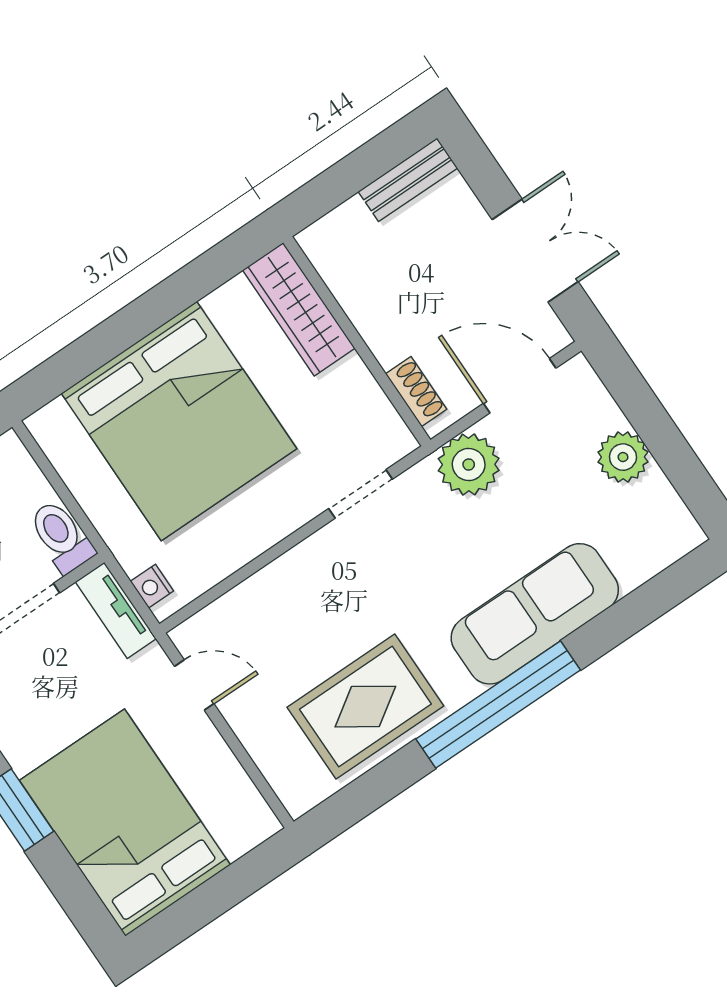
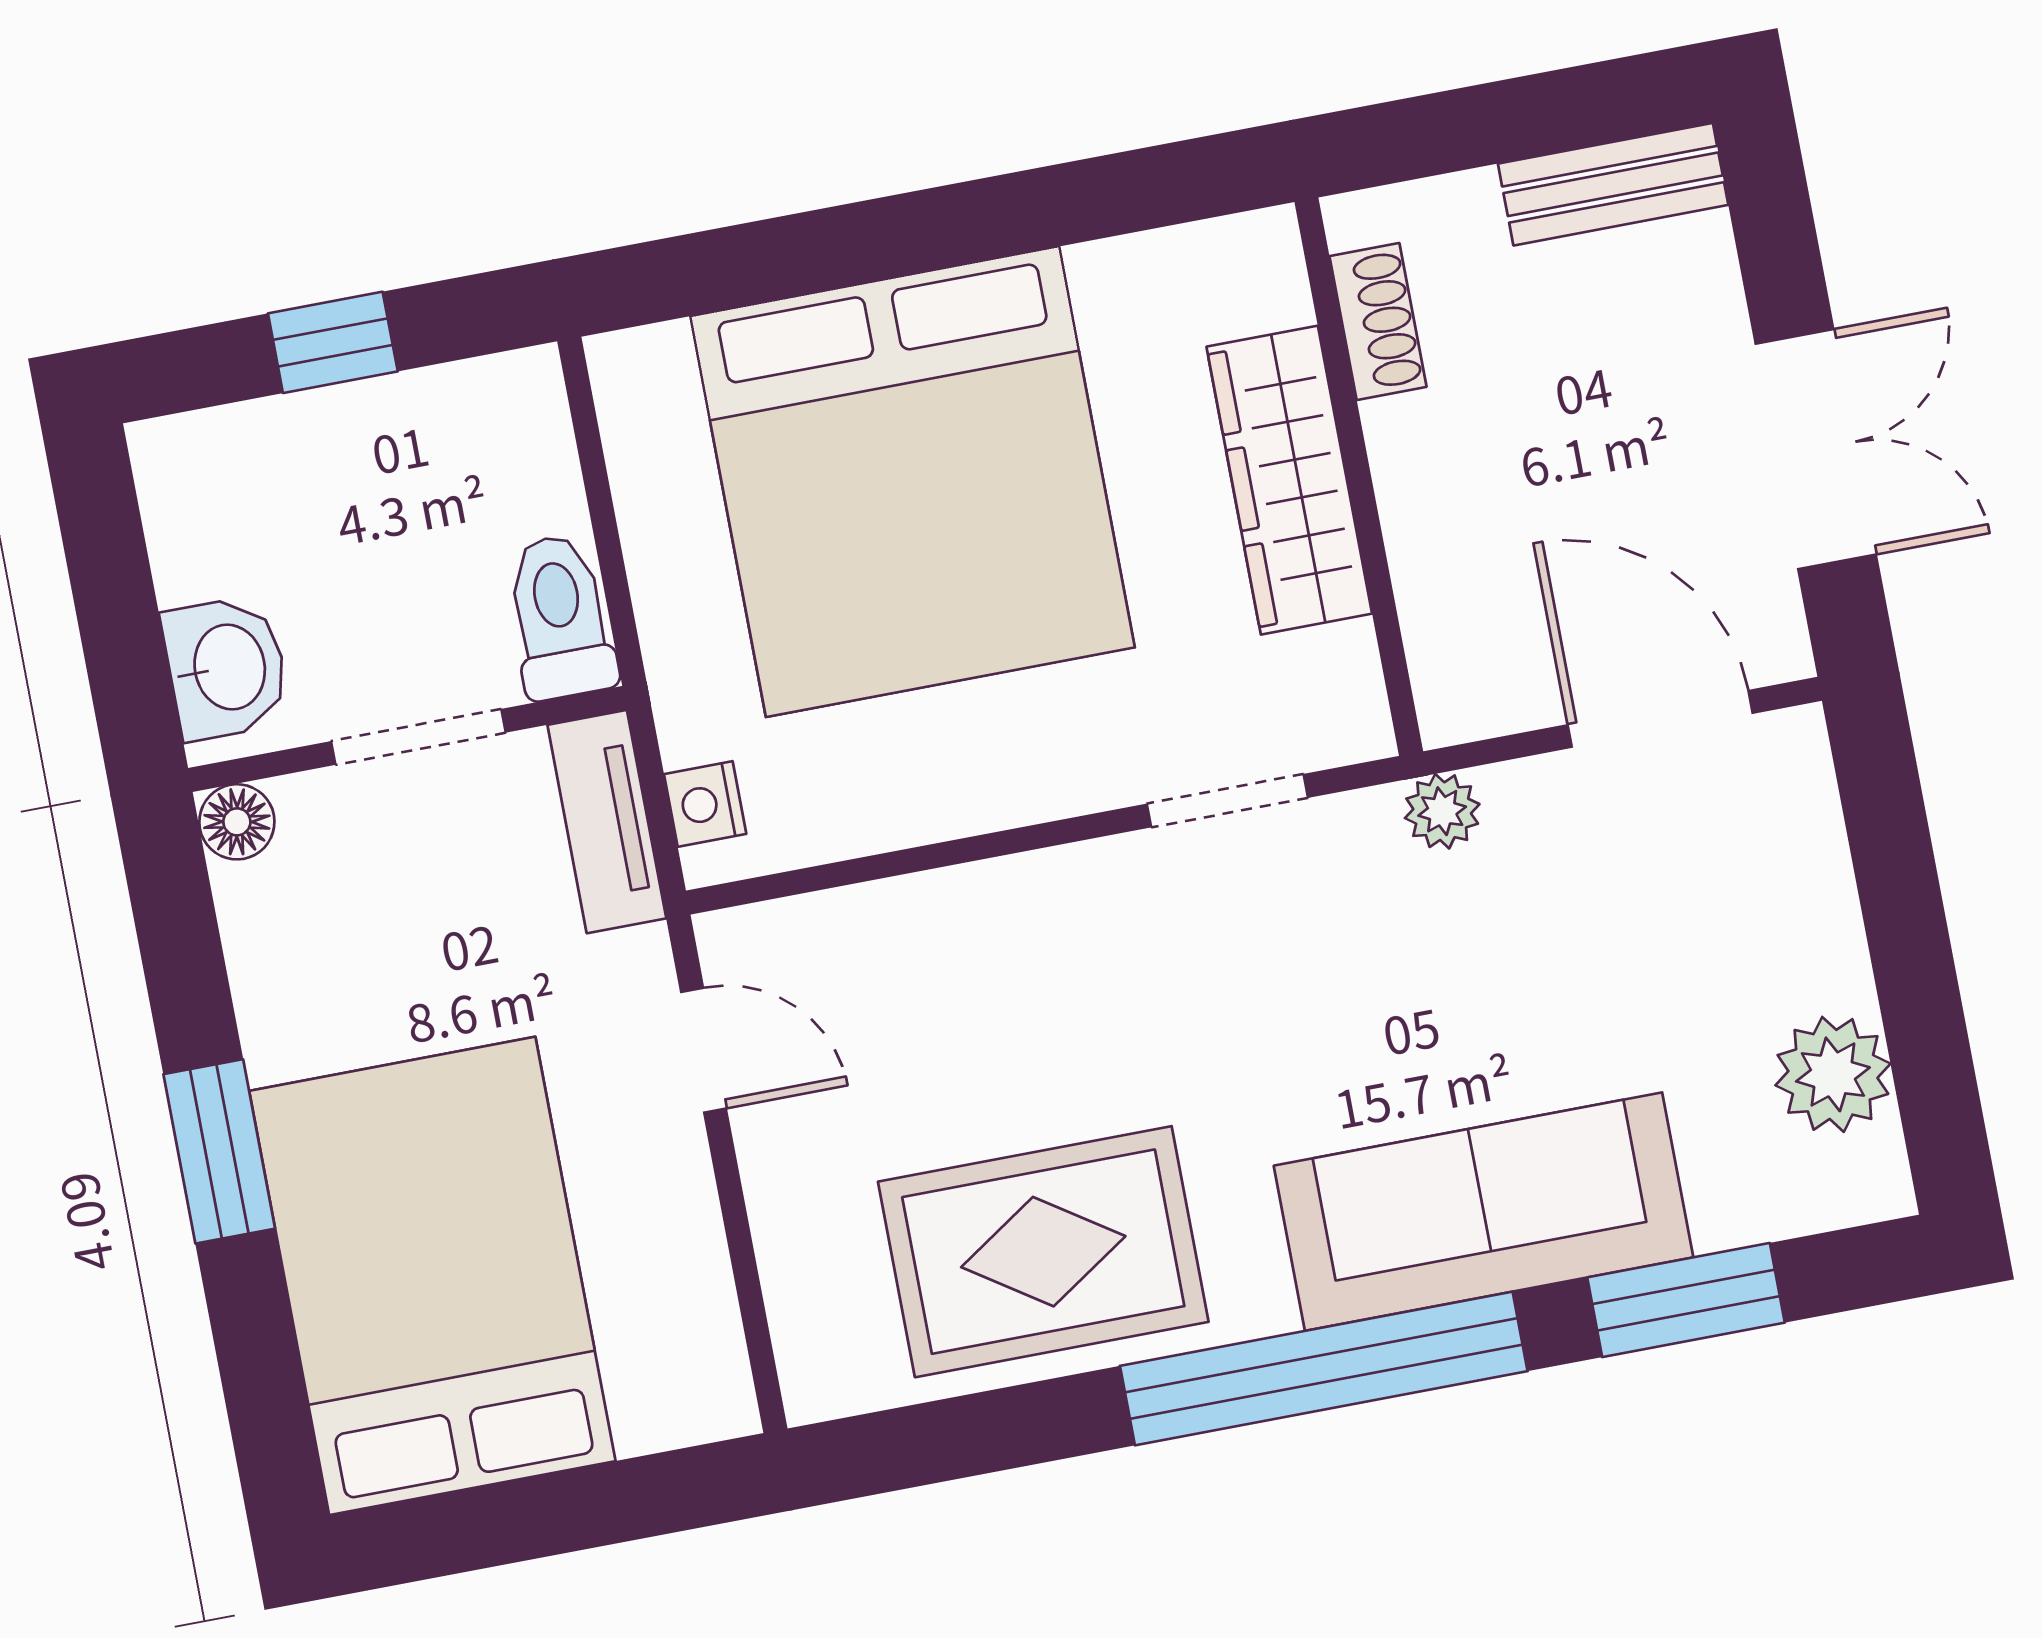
wardrobe: (299, 309) -> (1289, 480), moved
shoe rack: (416, 391) -> (1378, 321), moved
plant: (623, 457) -> (1833, 1074), moved
plant: (469, 465) -> (1442, 811), width x0.53, depth x0.53
window: (631, 614) -> (1686, 1300), added

